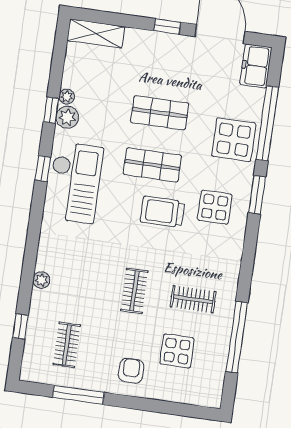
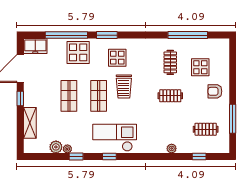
shelving: (96, 33) -> (30, 123), moved
plant: (67, 117) -> (56, 147), moved

